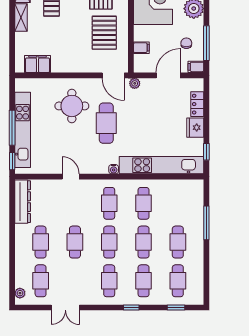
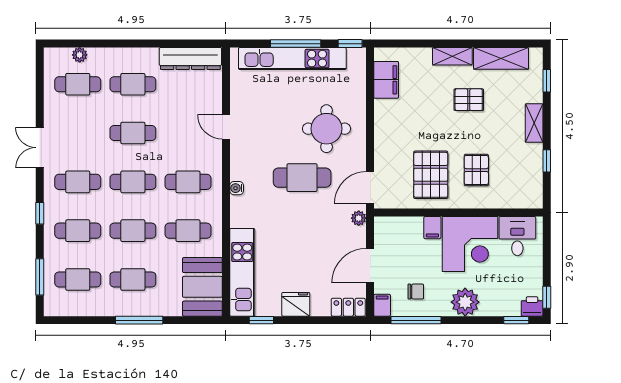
pallet: (104, 33) -> (431, 175), turned 90
filing cabinet: (141, 48) -> (432, 228), moved
door: (168, 75) -> (370, 266), swing flipped
locker: (197, 104) -> (348, 307), moved
window: (12, 161) -> (350, 44), moved
kitchen unit: (162, 165) -> (242, 272), width x0.73
door: (71, 177) -> (226, 127), swing flipped
booth: (183, 193) -> (202, 287), added
window: (206, 223) -> (139, 320), moved
plant: (20, 293) -> (80, 55), moved
double door: (65, 308) -> (40, 148), moved
window: (176, 308) -> (40, 277), width x1.50

